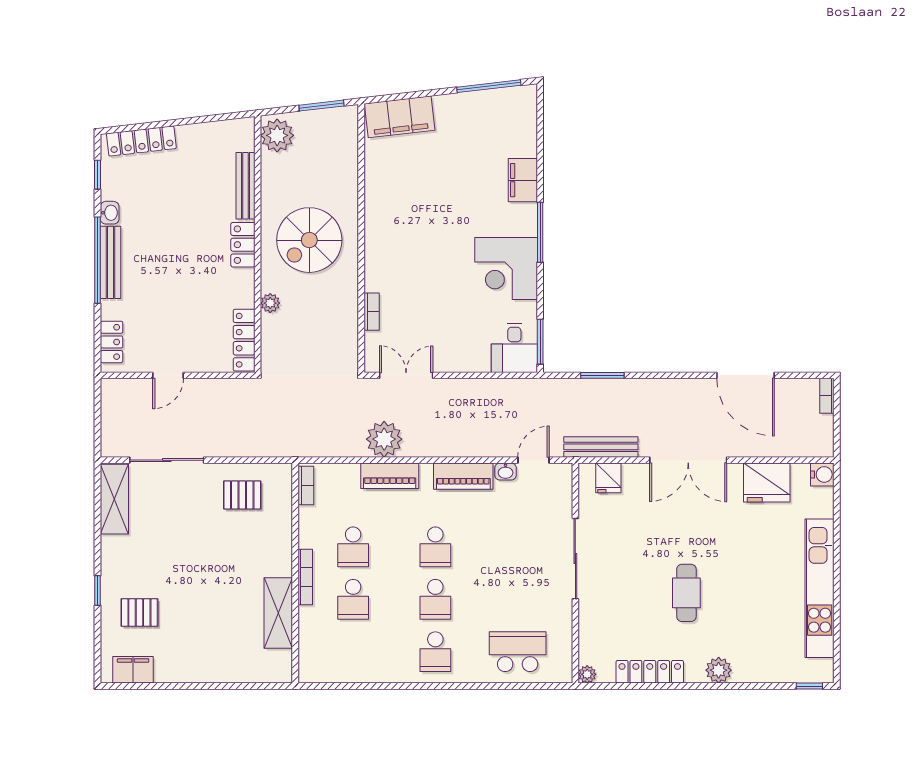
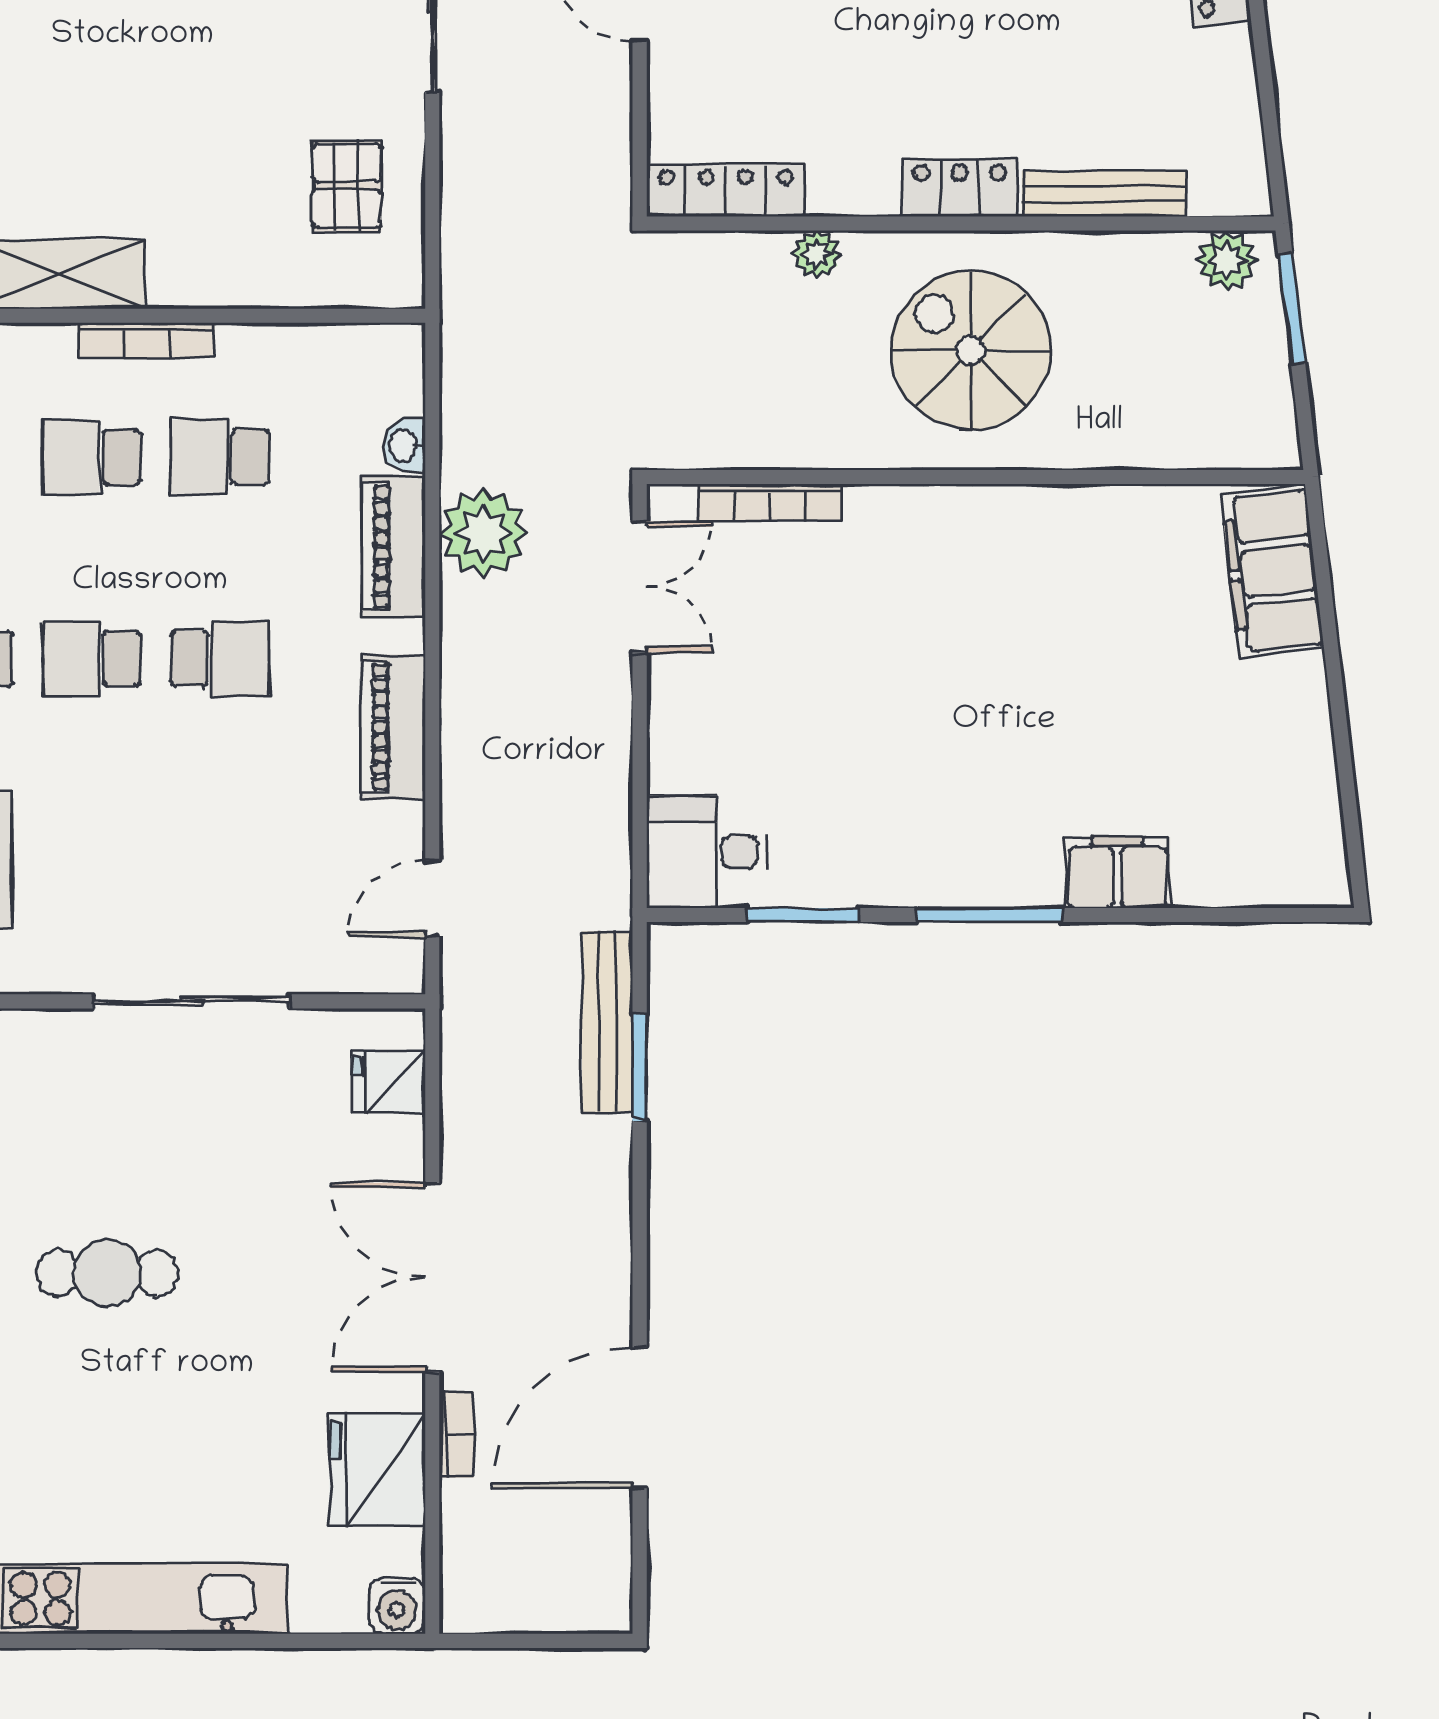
window: (489, 86) -> (1348, 790), removed
window: (322, 106) -> (1292, 308), moved
plant: (277, 135) -> (1227, 260), width x0.73, depth x0.73
corner desk: (506, 268) -> (901, 832), removed
bookcase: (372, 312) -> (770, 502), width x1.56
window: (540, 342) -> (803, 915), moved
bookcase: (827, 396) -> (456, 1435), moved, turned 90
bench: (601, 447) -> (607, 1022), moved
door: (533, 460) -> (432, 899), swing flipped
washbasin: (506, 472) -> (404, 445), moved
bookcase: (306, 486) -> (370, 342), removed
school desk: (435, 547) -> (220, 659), turned 180

